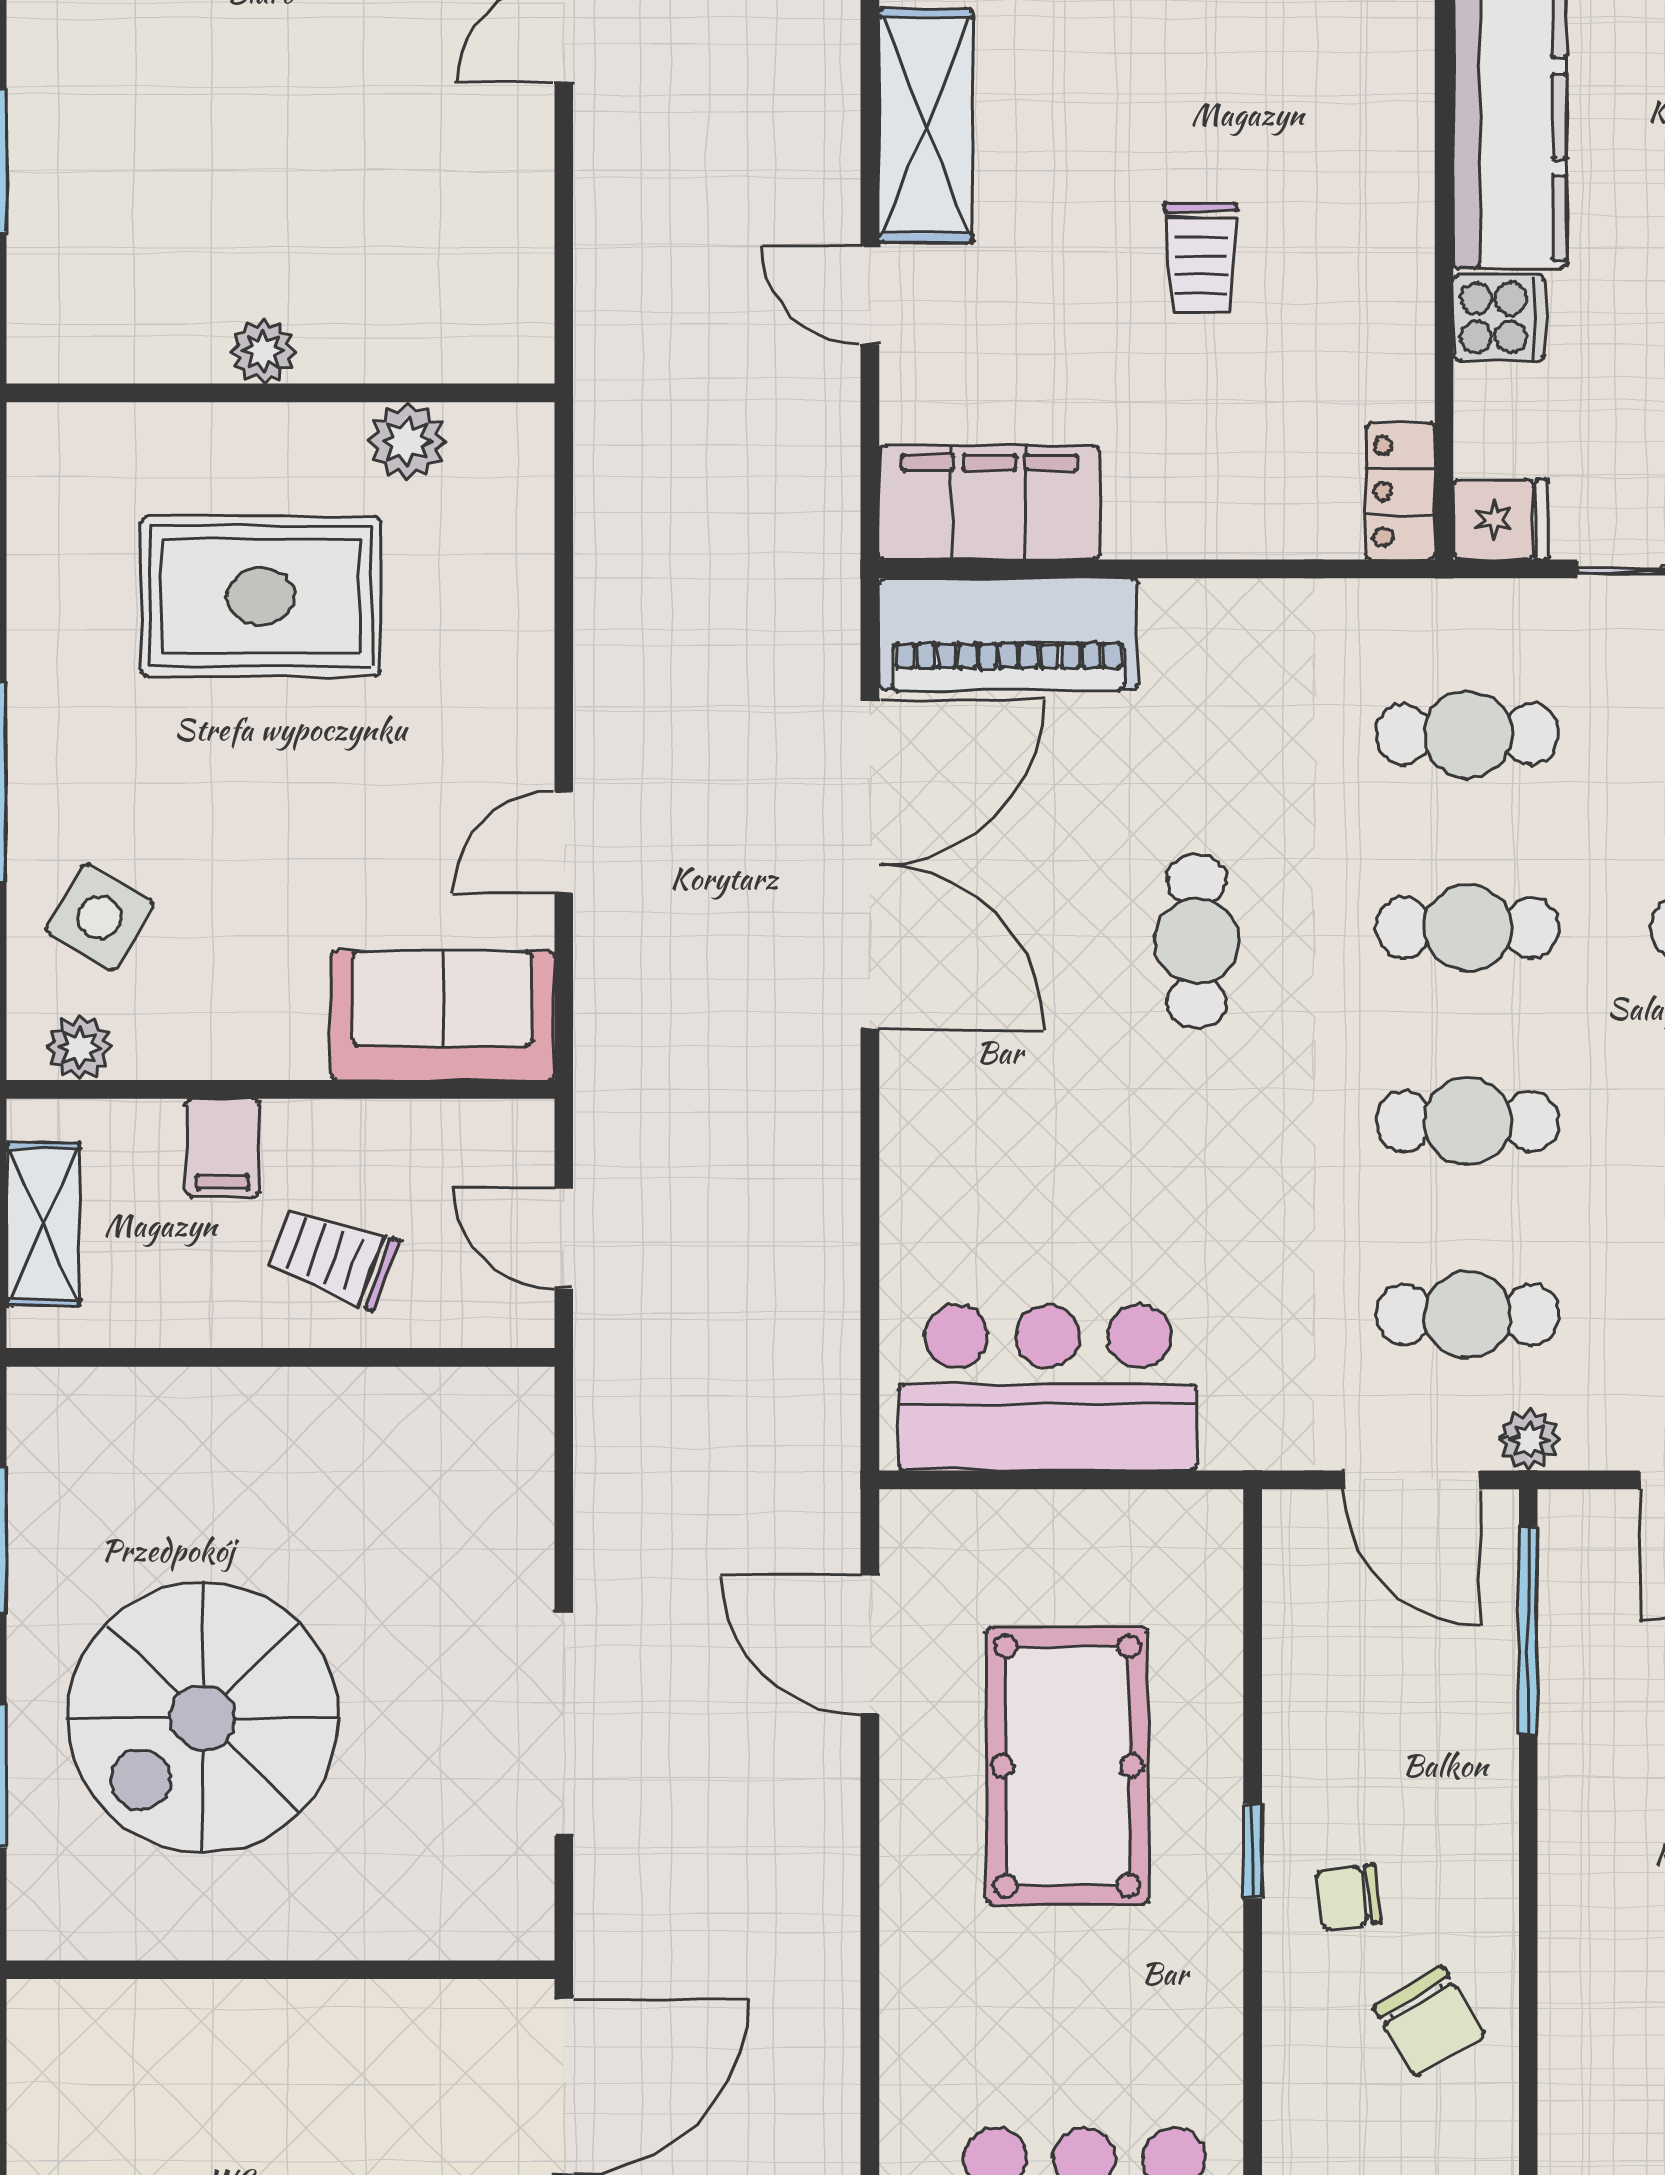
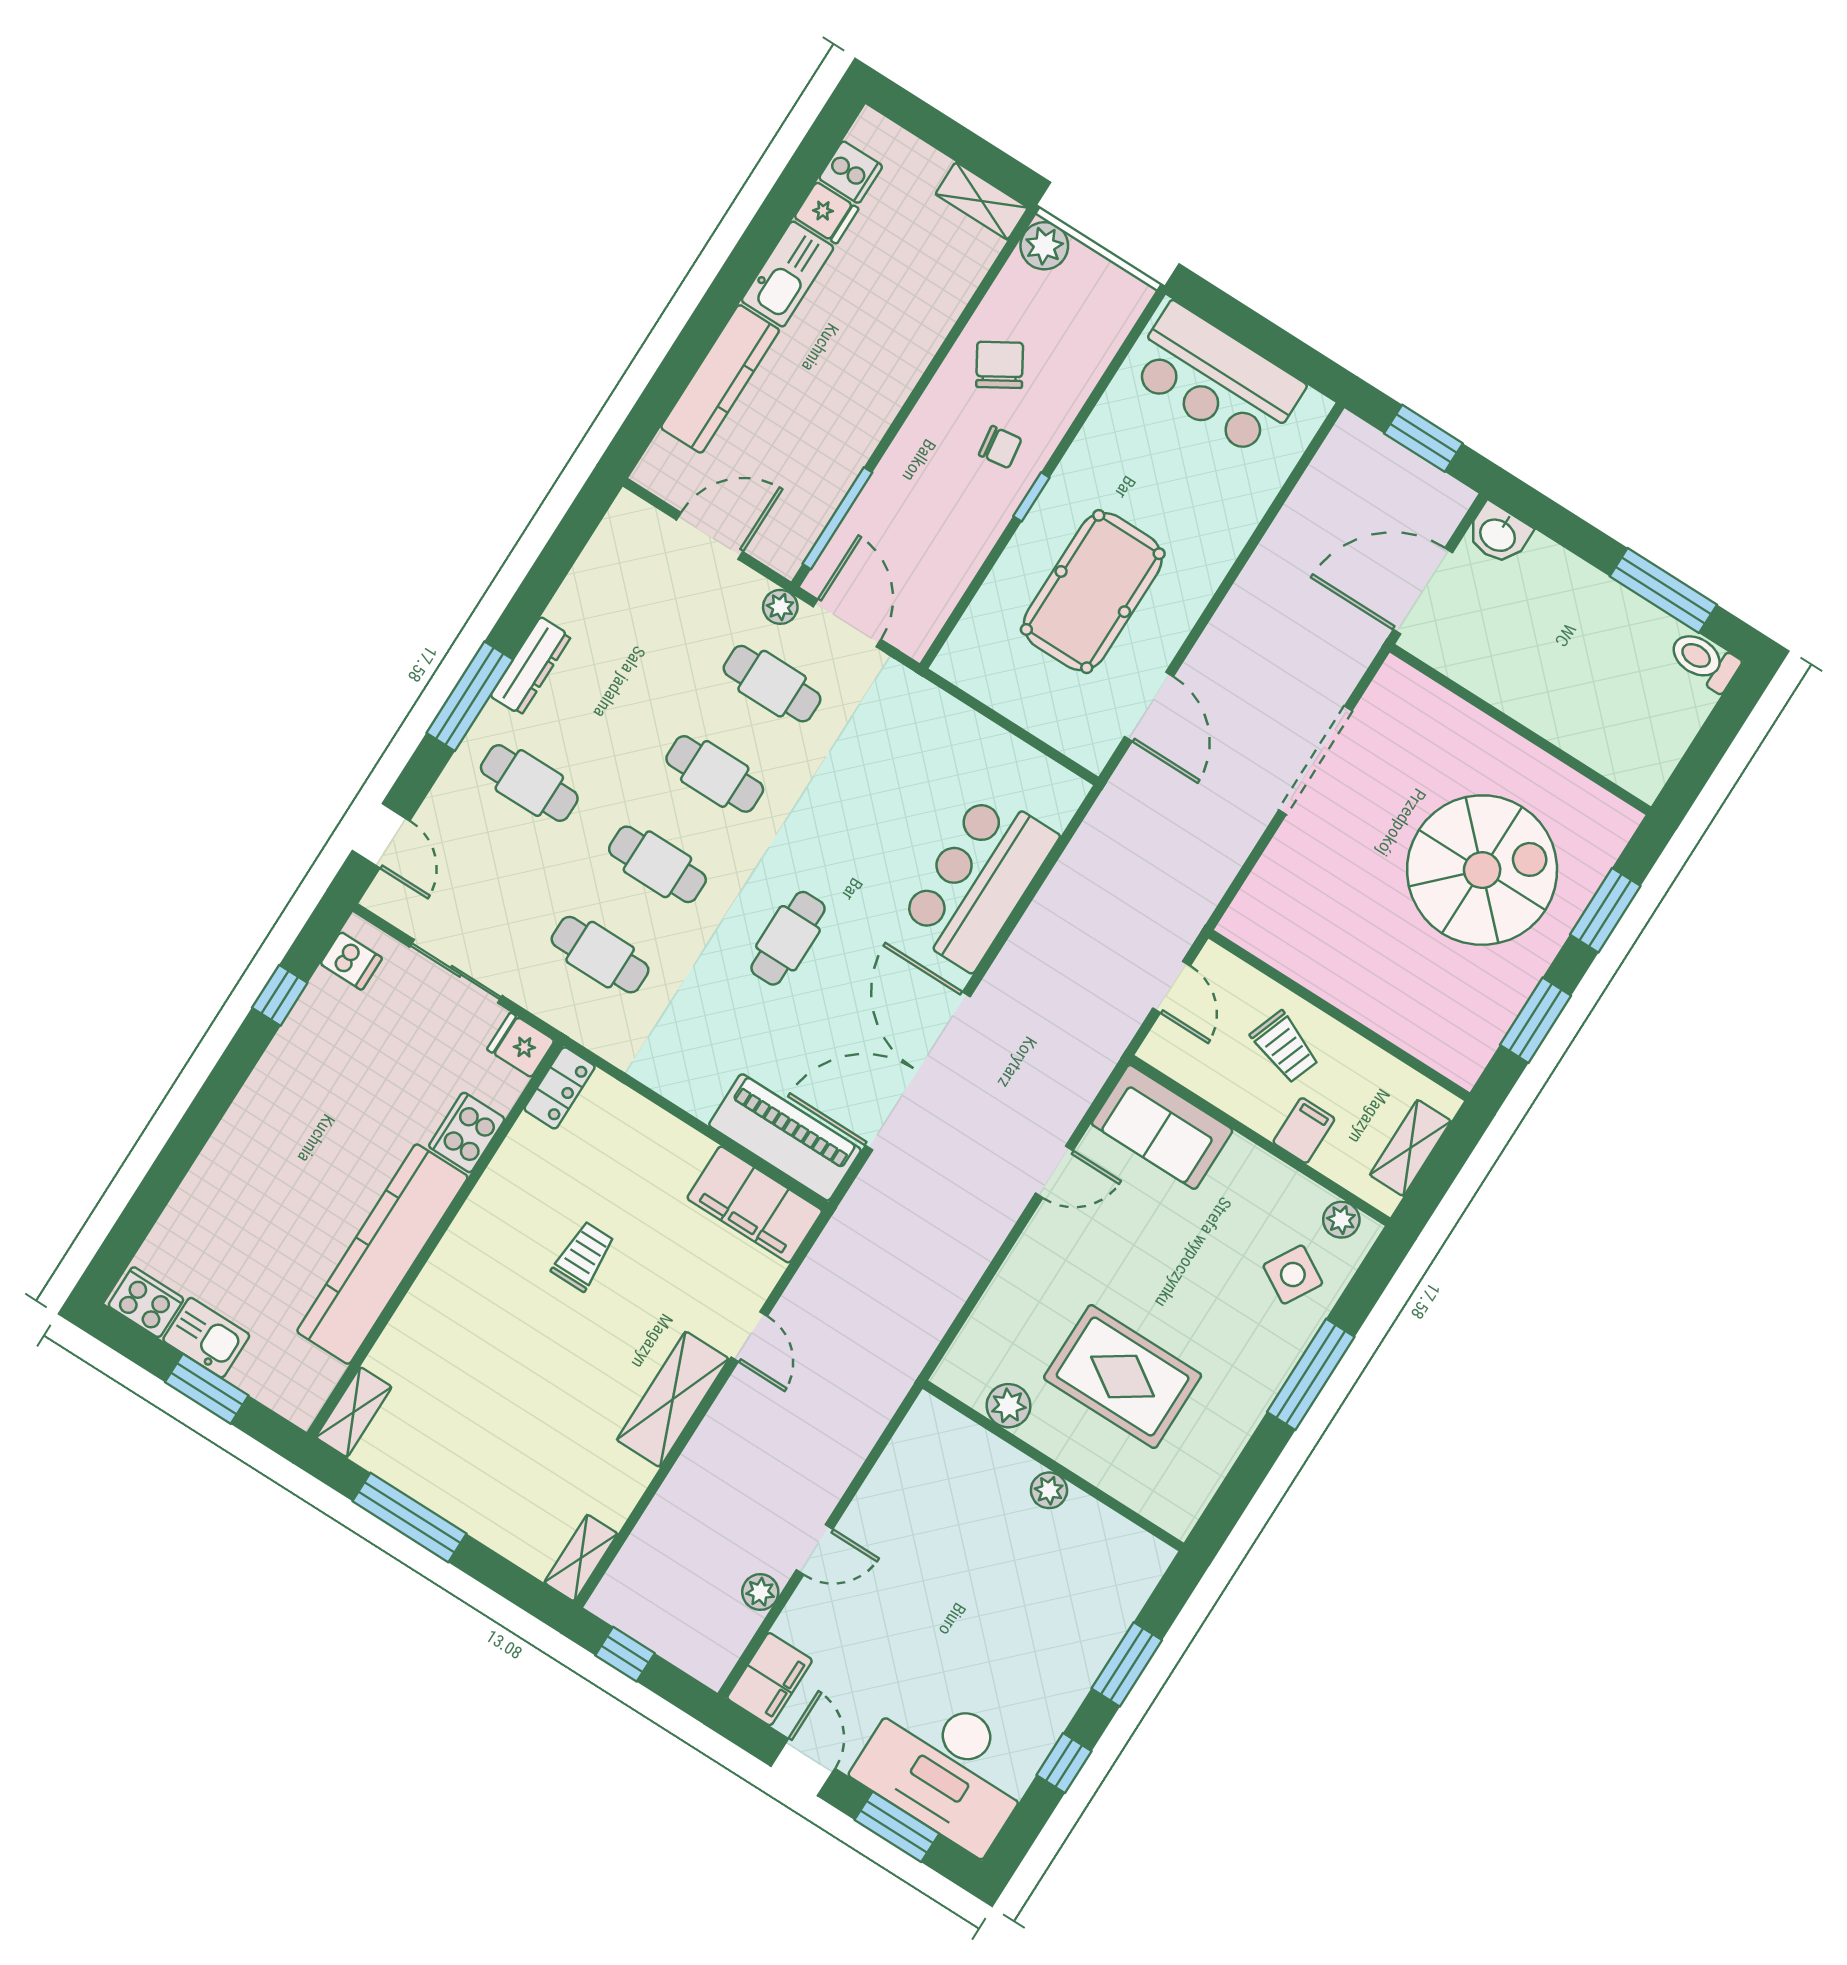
cooker: (1499, 318) -> (467, 1132), width x1.36
bar counter: (1048, 1388) -> (978, 881), moved, turned 90

